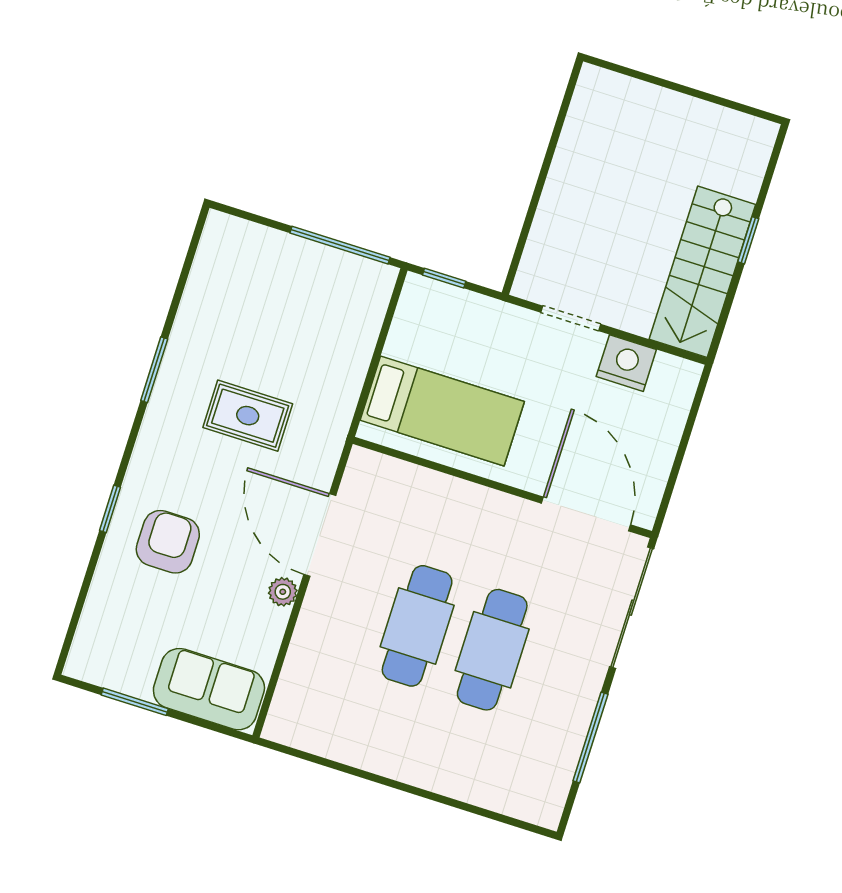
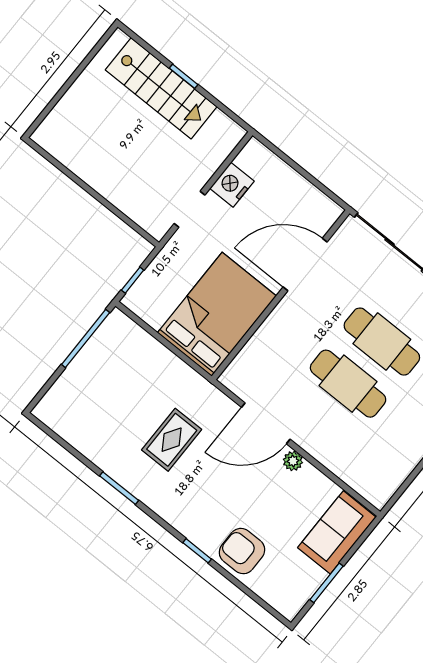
stairs: (702, 272) -> (161, 88), moved
bed: (442, 411) -> (217, 314), width x1.50
door: (586, 514) -> (305, 264), moved
armchair: (168, 542) -> (242, 551), moved

